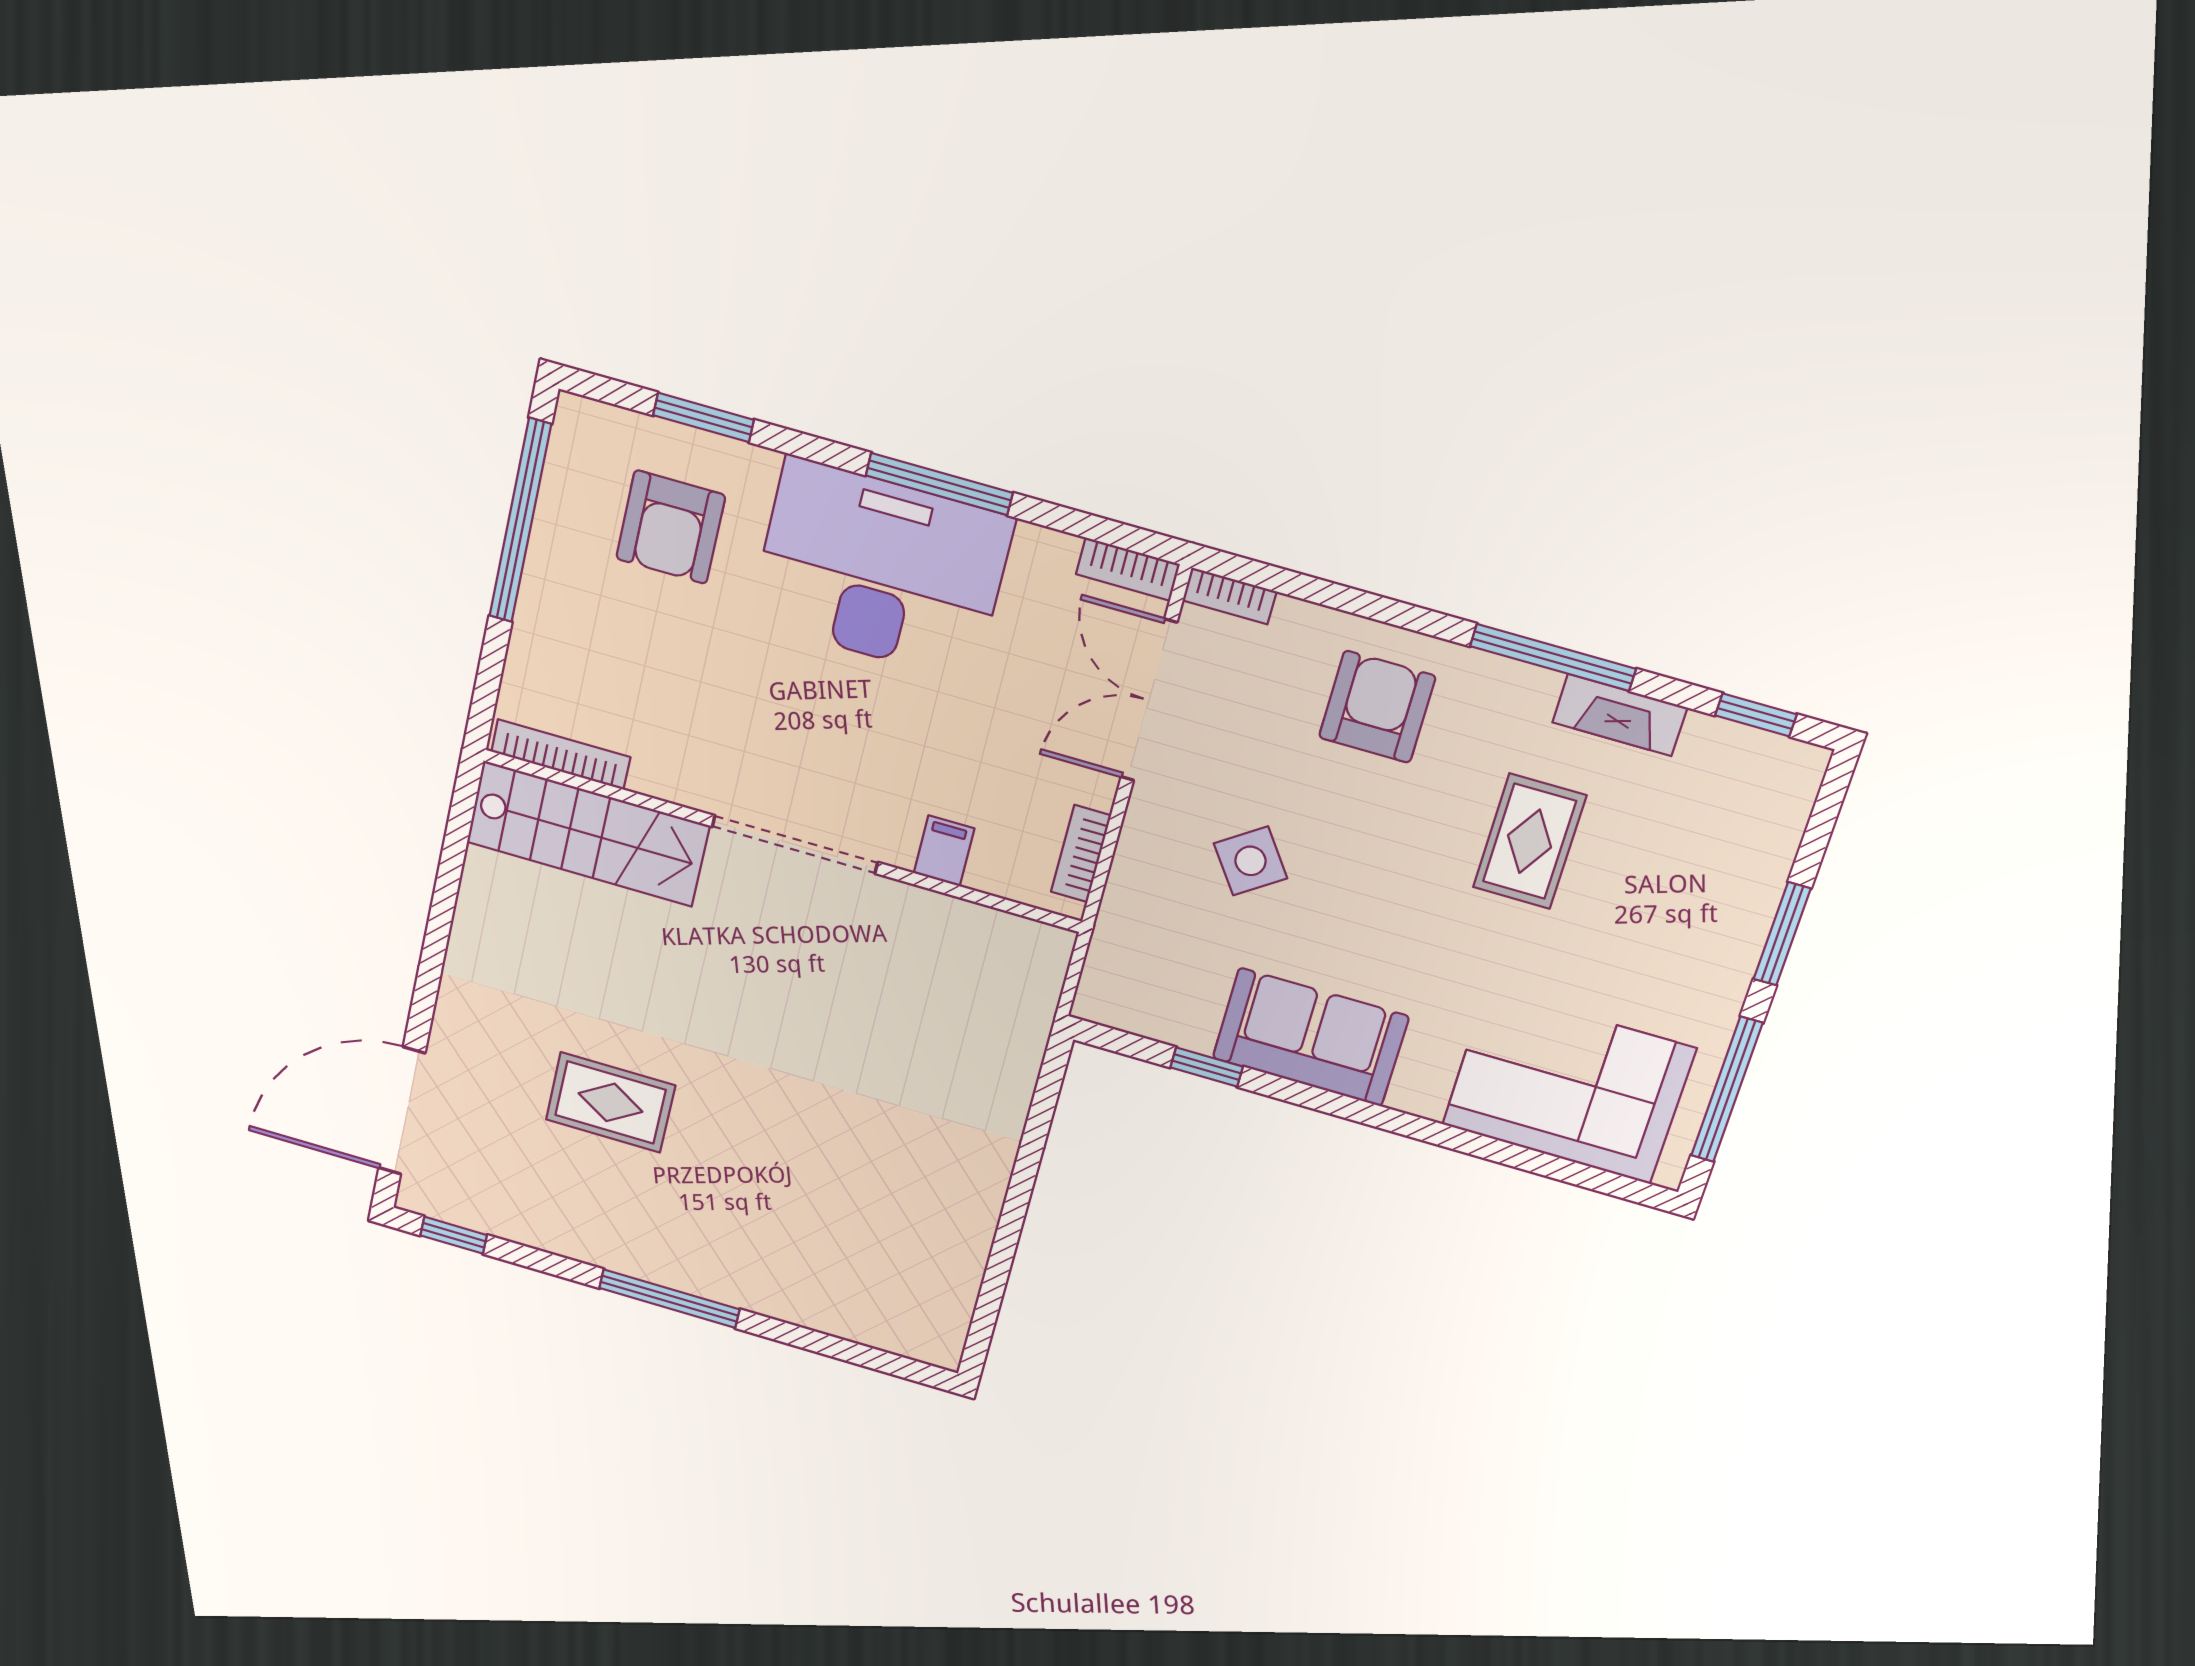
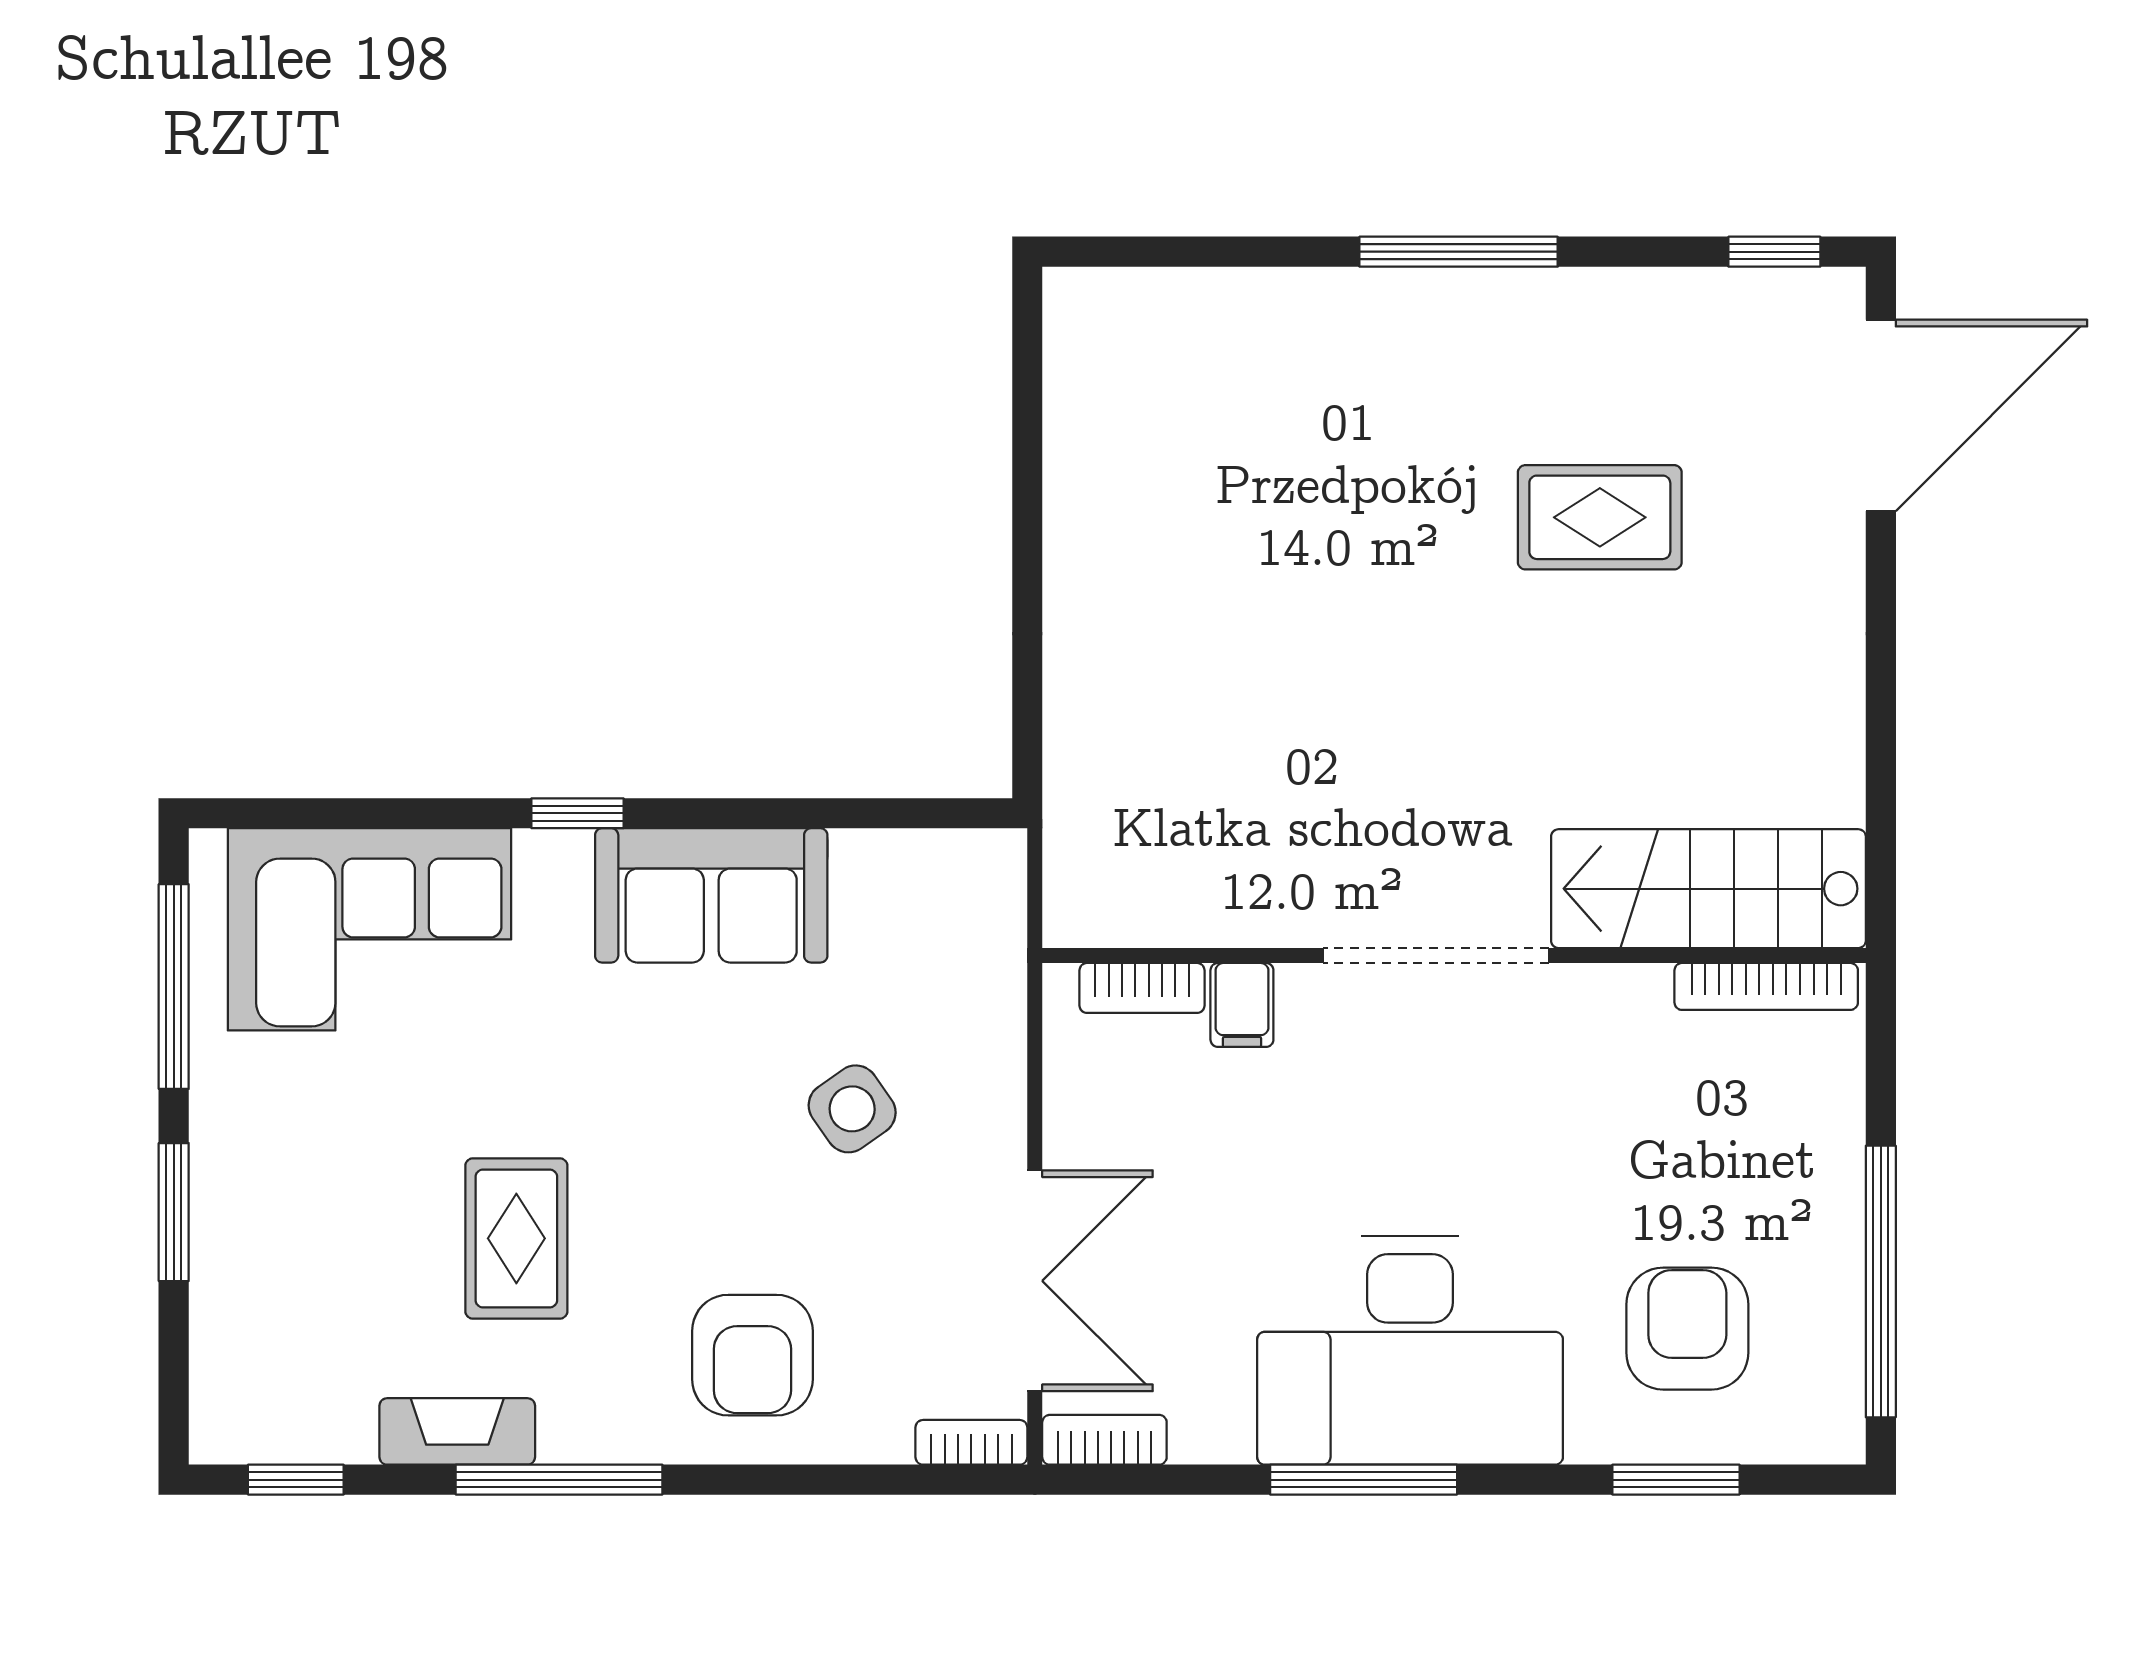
bookcase: (1081, 854) -> (1142, 988), moved, turned 90
window: (1207, 1067) -> (578, 813), moved

